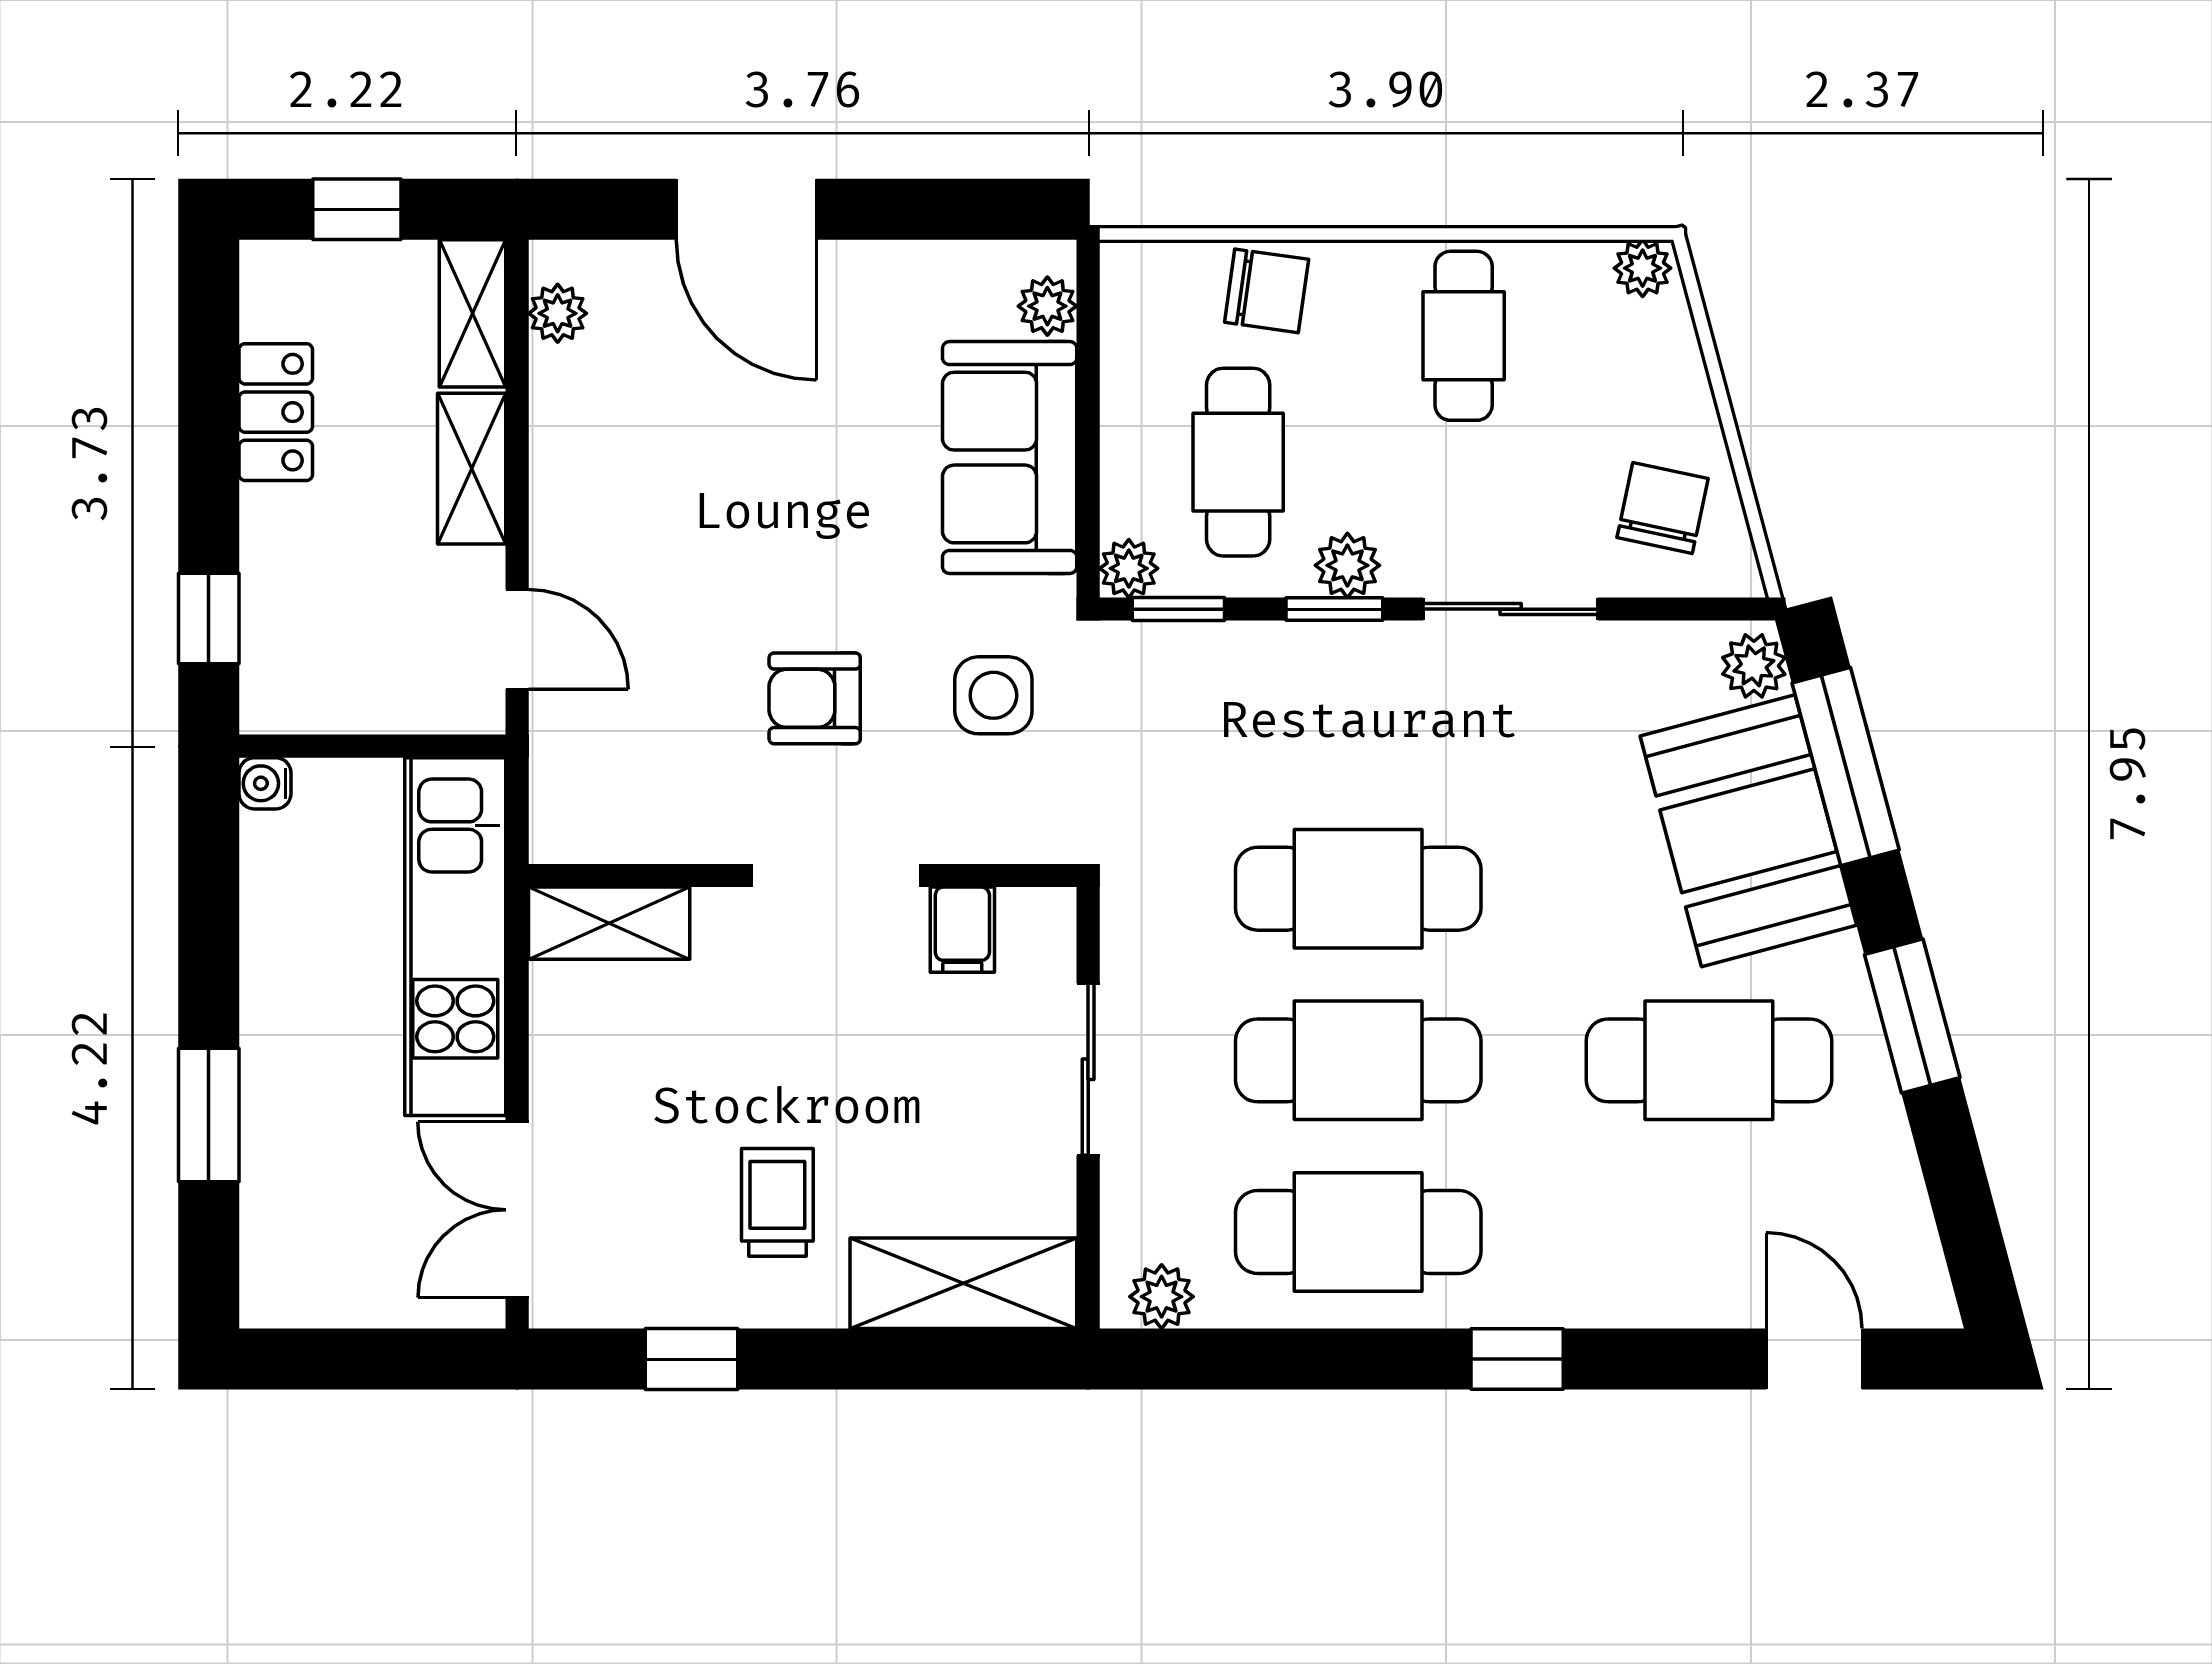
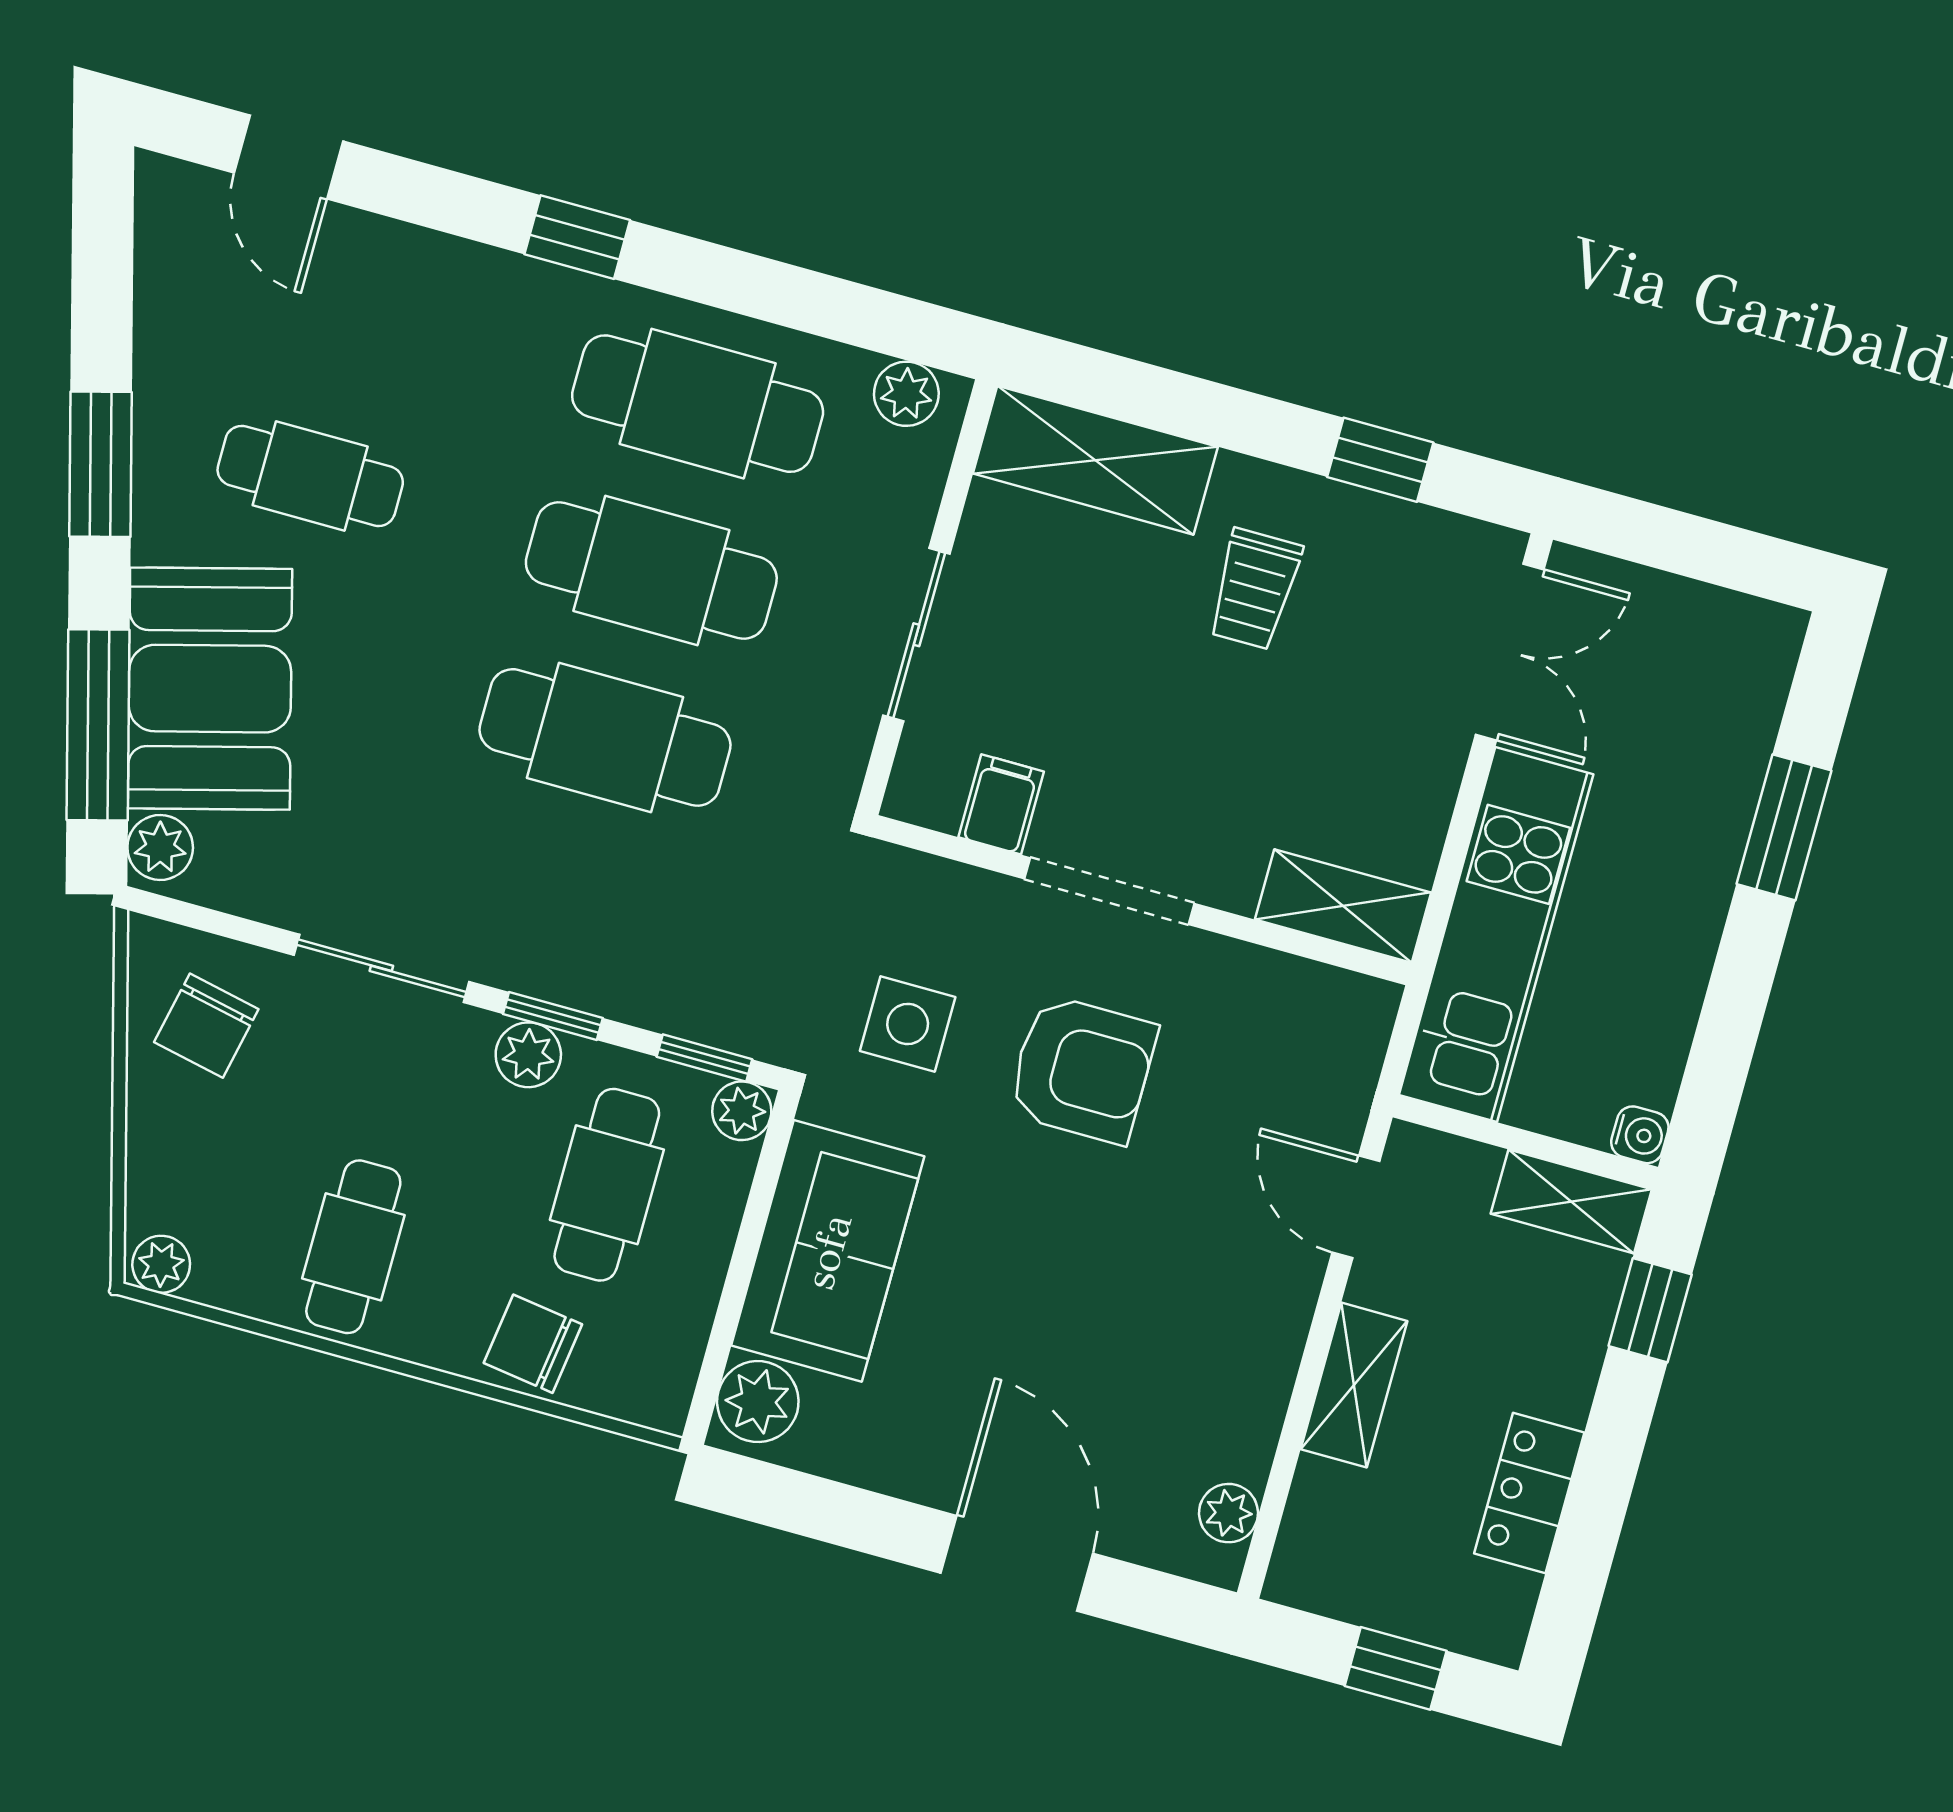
plant: (1047, 306) -> (758, 1402), width x1.38, depth x1.38
shelving: (473, 313) -> (1571, 1201), moved, turned 90
armchair: (815, 698) -> (1082, 1069), width x1.38, depth x1.38
cafe table: (1709, 1060) -> (310, 476), width x0.73, depth x0.74

